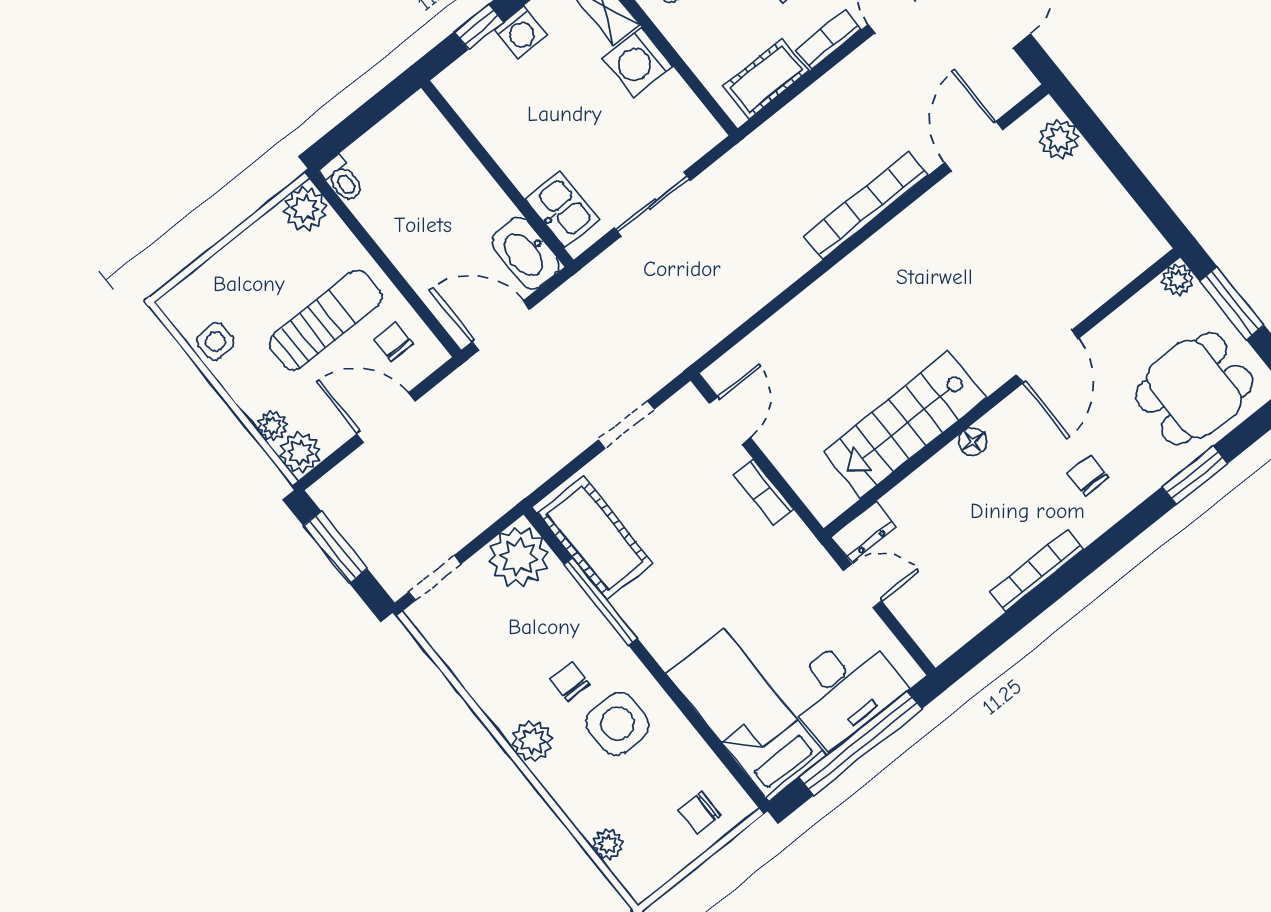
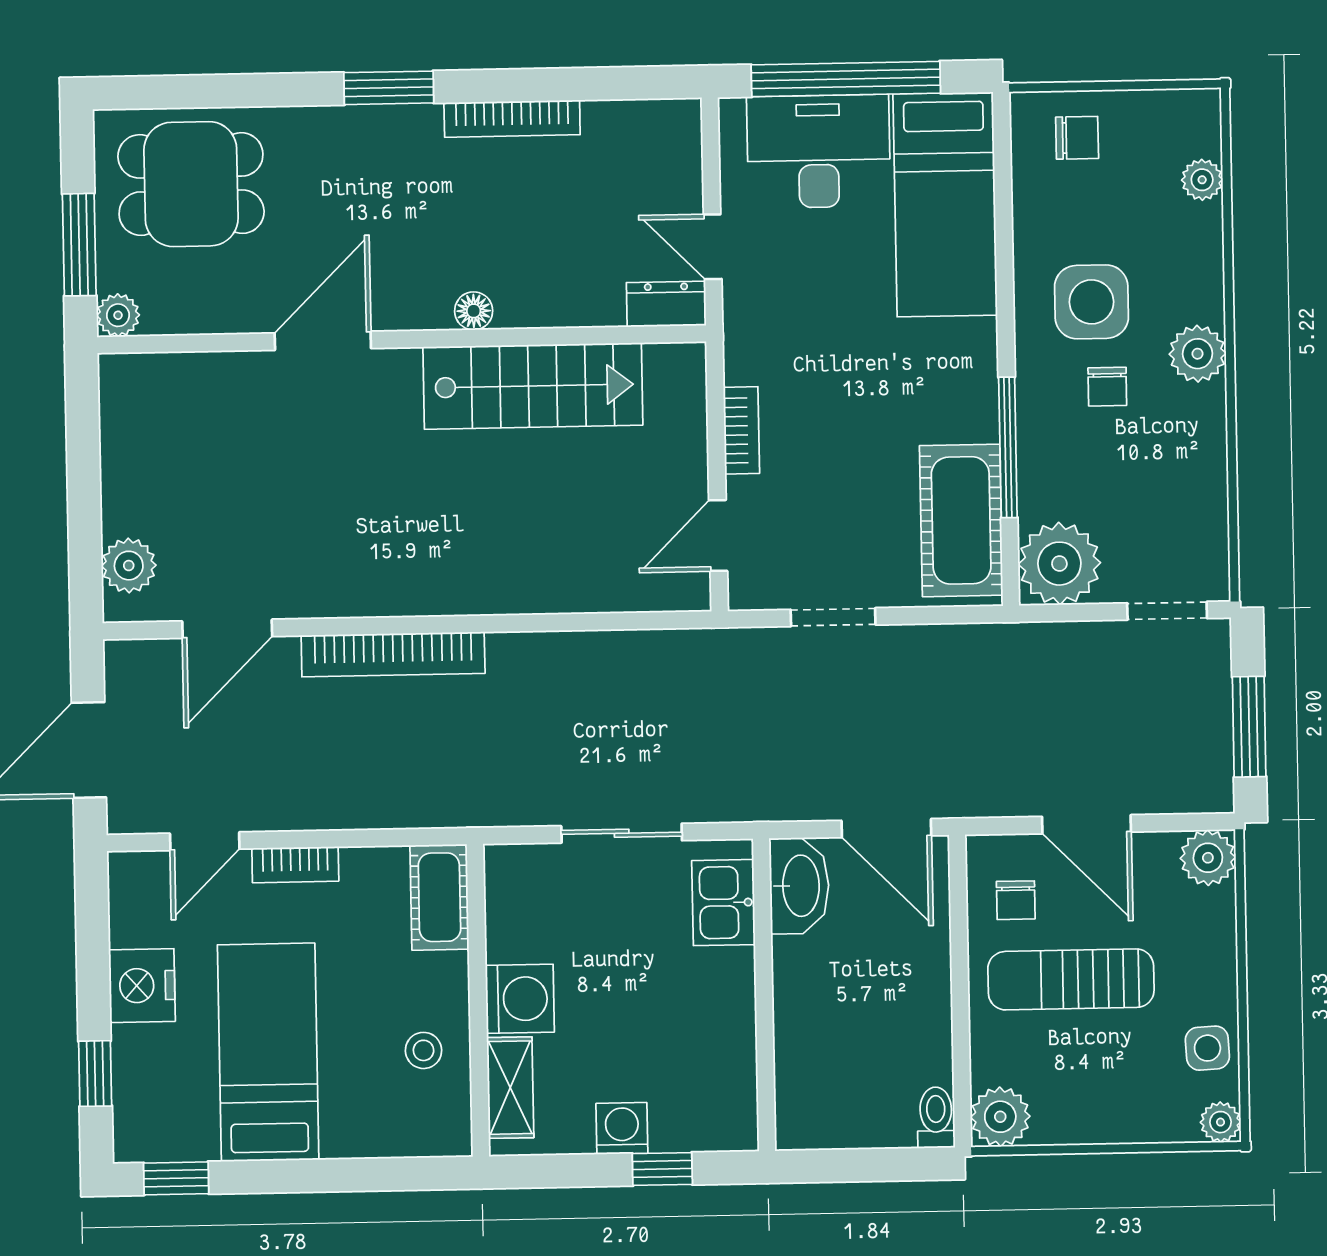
cot: (766, 79) -> (439, 897), moved, turned 90
plant: (272, 426) -> (1221, 1122), moved
window: (1195, 475) -> (389, 88), moved
chair: (1088, 476) -> (378, 179), removed

